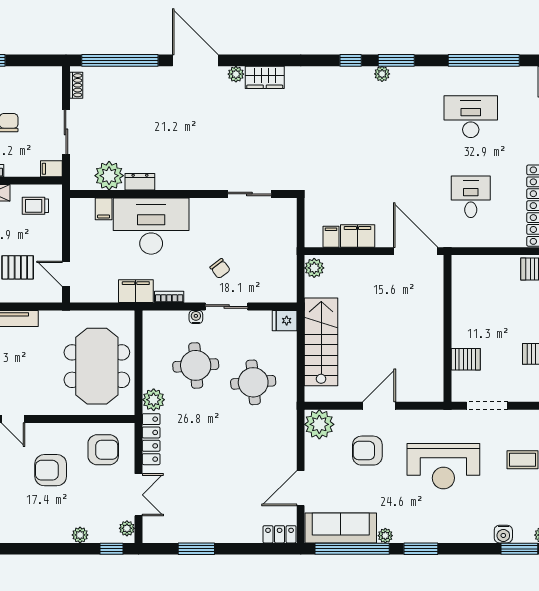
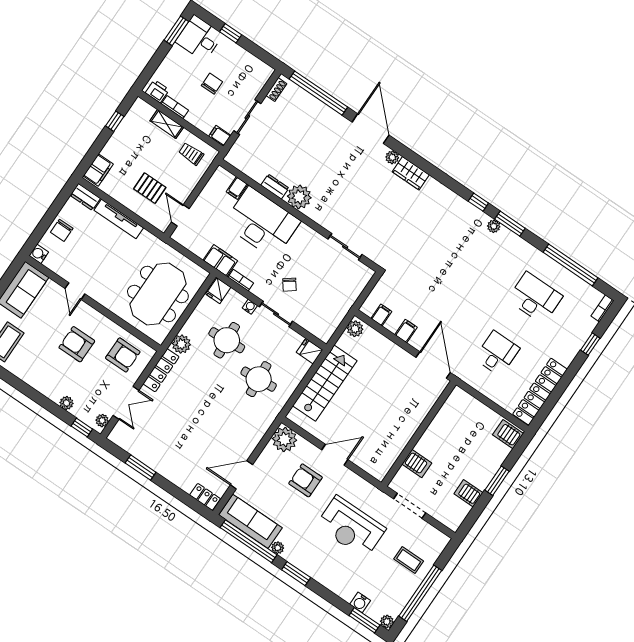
plant: (109, 176) -> (299, 197), moved
filing cabinet: (358, 236) -> (406, 331), width x0.50
fridge: (154, 322) -> (218, 291), added

